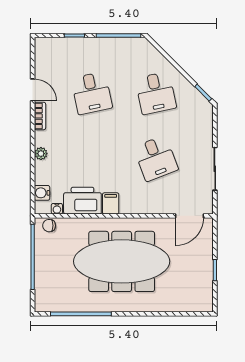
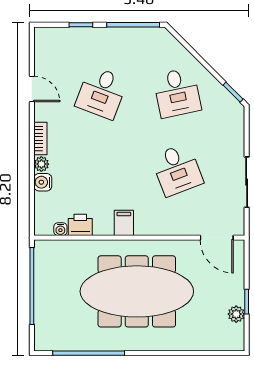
desk: (92, 93) -> (101, 93), turned 33
bookcase: (40, 116) -> (40, 138), moved
water cooler: (42, 193) -> (43, 182), moved
printer: (82, 201) -> (80, 225), width x0.53, depth x0.68
door: (189, 216) -> (217, 238), hinge flipped
chair: (49, 226) -> (51, 249), removed
plant: (206, 281) -> (236, 314), added

